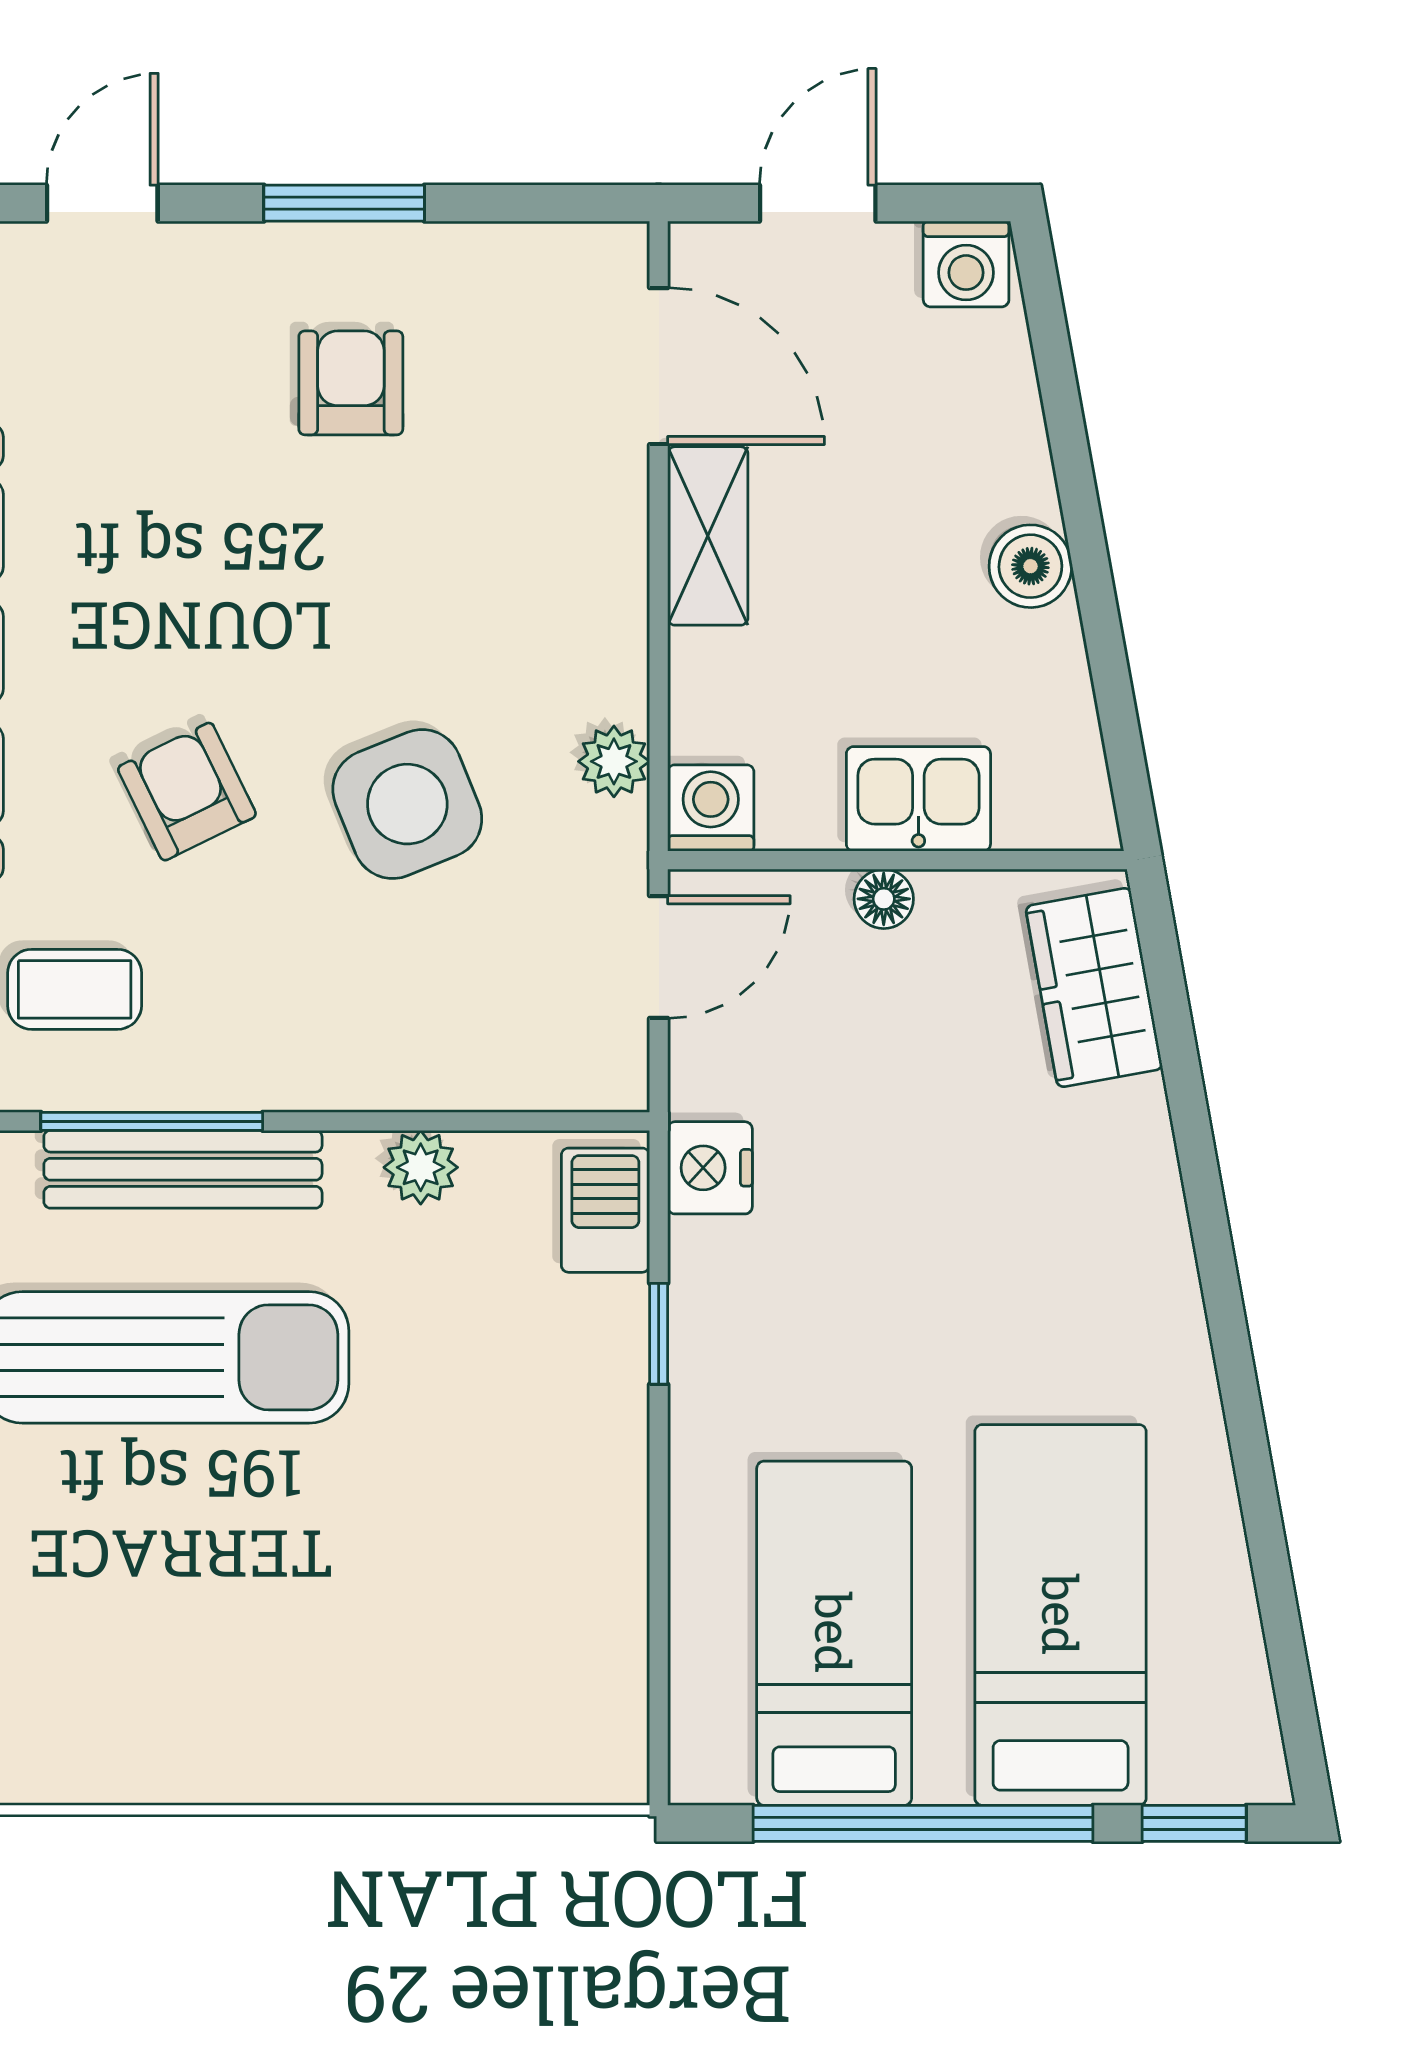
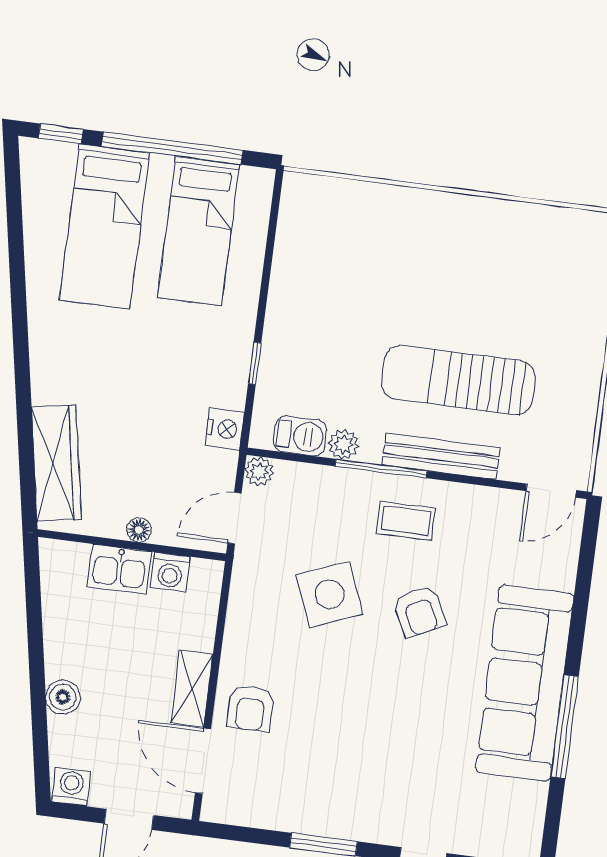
armchair: (351, 383) -> (250, 708), moved
boiler: (1030, 566) -> (63, 697), moved
plant: (614, 761) -> (259, 471), moved
washing machine: (711, 808) -> (170, 572), moved
wardrobe: (1094, 988) -> (56, 463), width x1.50
coffee table: (75, 989) -> (406, 521), moved
window: (152, 1121) -> (381, 469), moved
barbecue: (605, 1210) -> (300, 436), moved, turned -90

